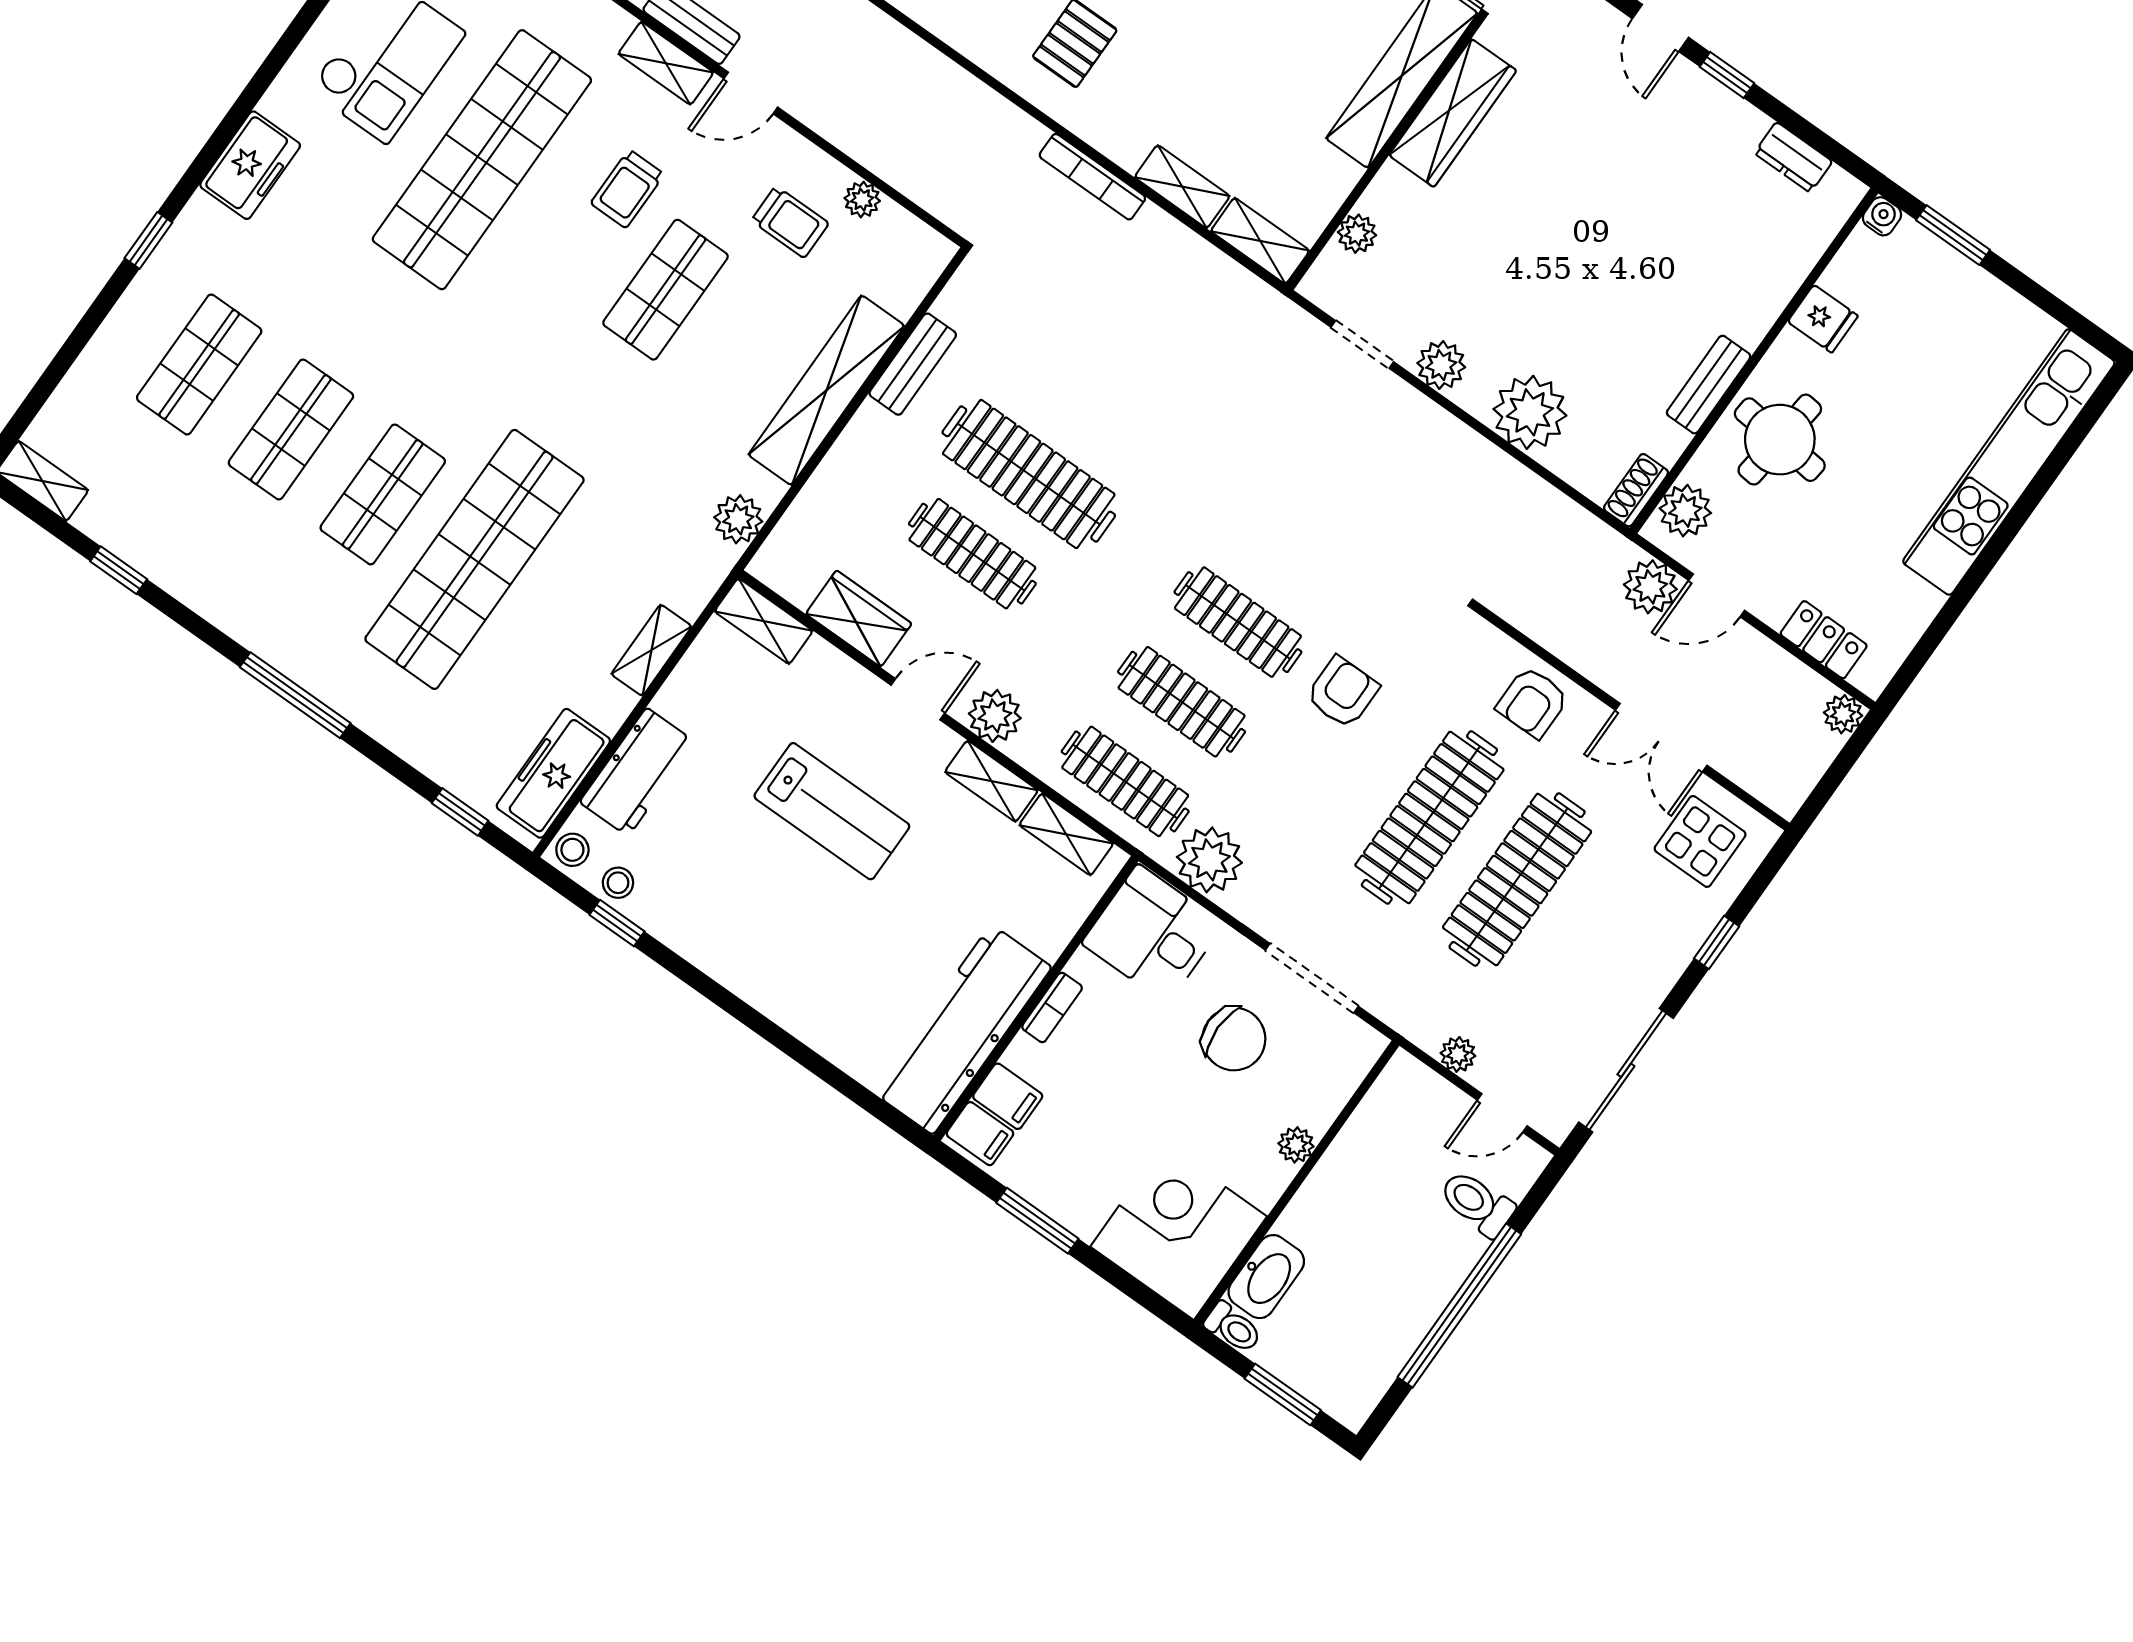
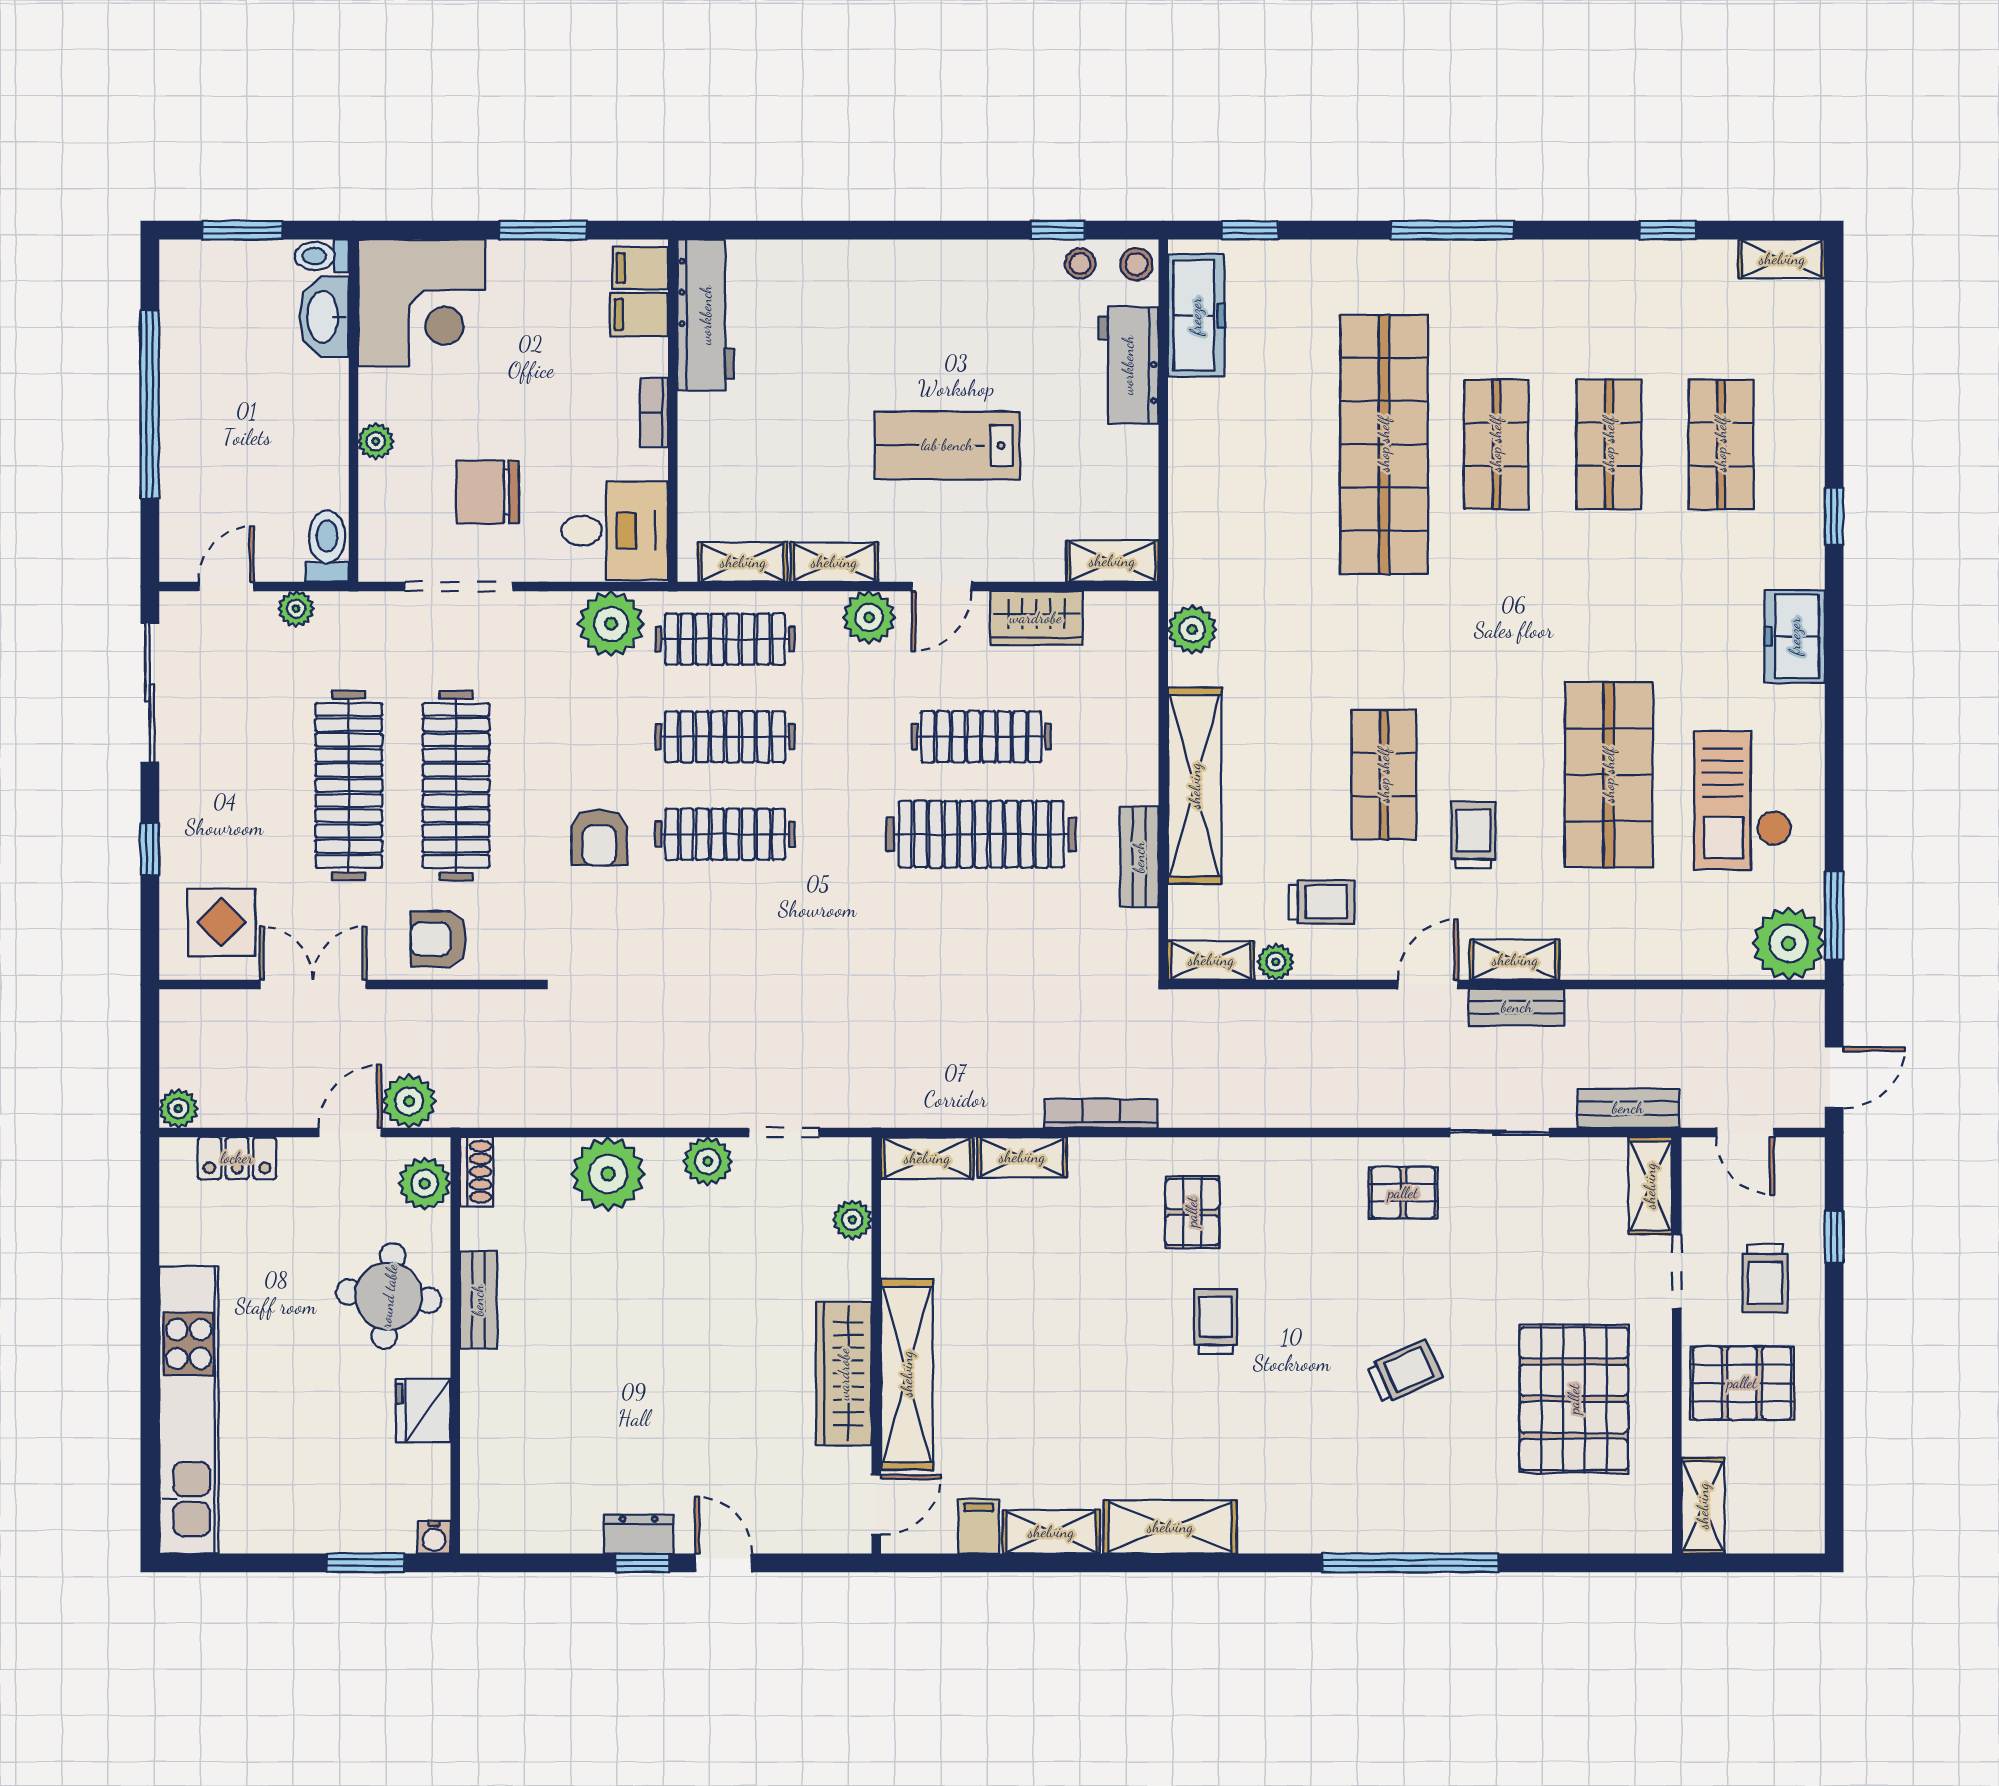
dresser: (1793, 157) -> (639, 1534), moved
shop shelf: (482, 160) -> (1609, 775), width x0.71
trolley: (790, 222) -> (1322, 902), turned 180
fridge: (1823, 319) -> (423, 1411), width x1.38
shelving: (651, 650) -> (1211, 960), moved, turned 90
armchair: (1533, 702) -> (438, 939), turned -90
workbench: (962, 1029) -> (706, 315), width x0.73, depth x0.76
toilet: (1477, 1203) -> (327, 546), moved, turned -90

